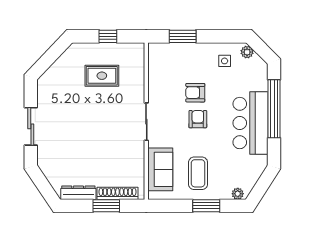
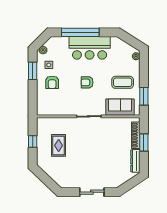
window: (183, 36) -> (33, 71), moved
armchair: (195, 93) -> (52, 82), moved
window: (206, 206) -> (144, 96), moved

